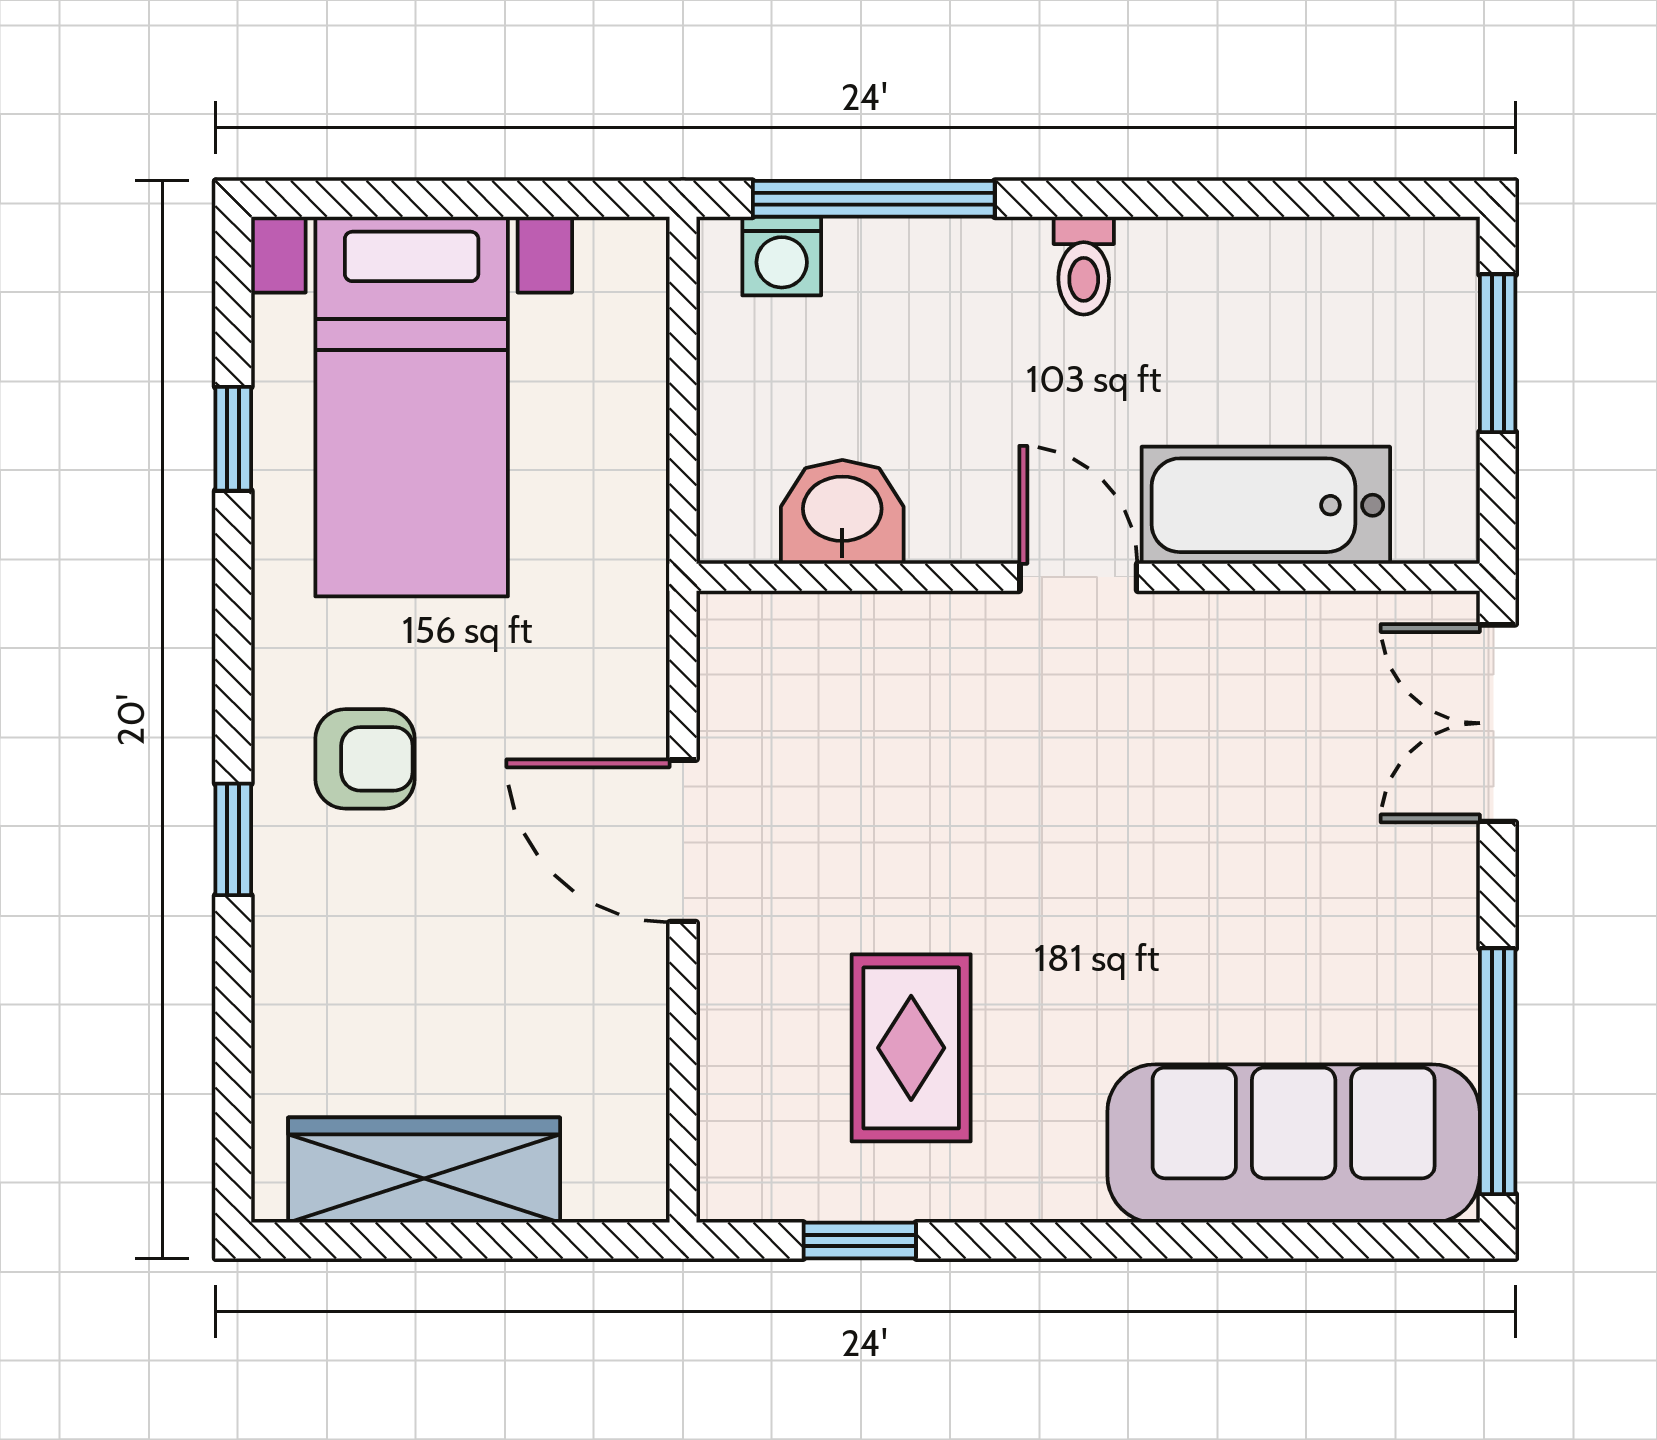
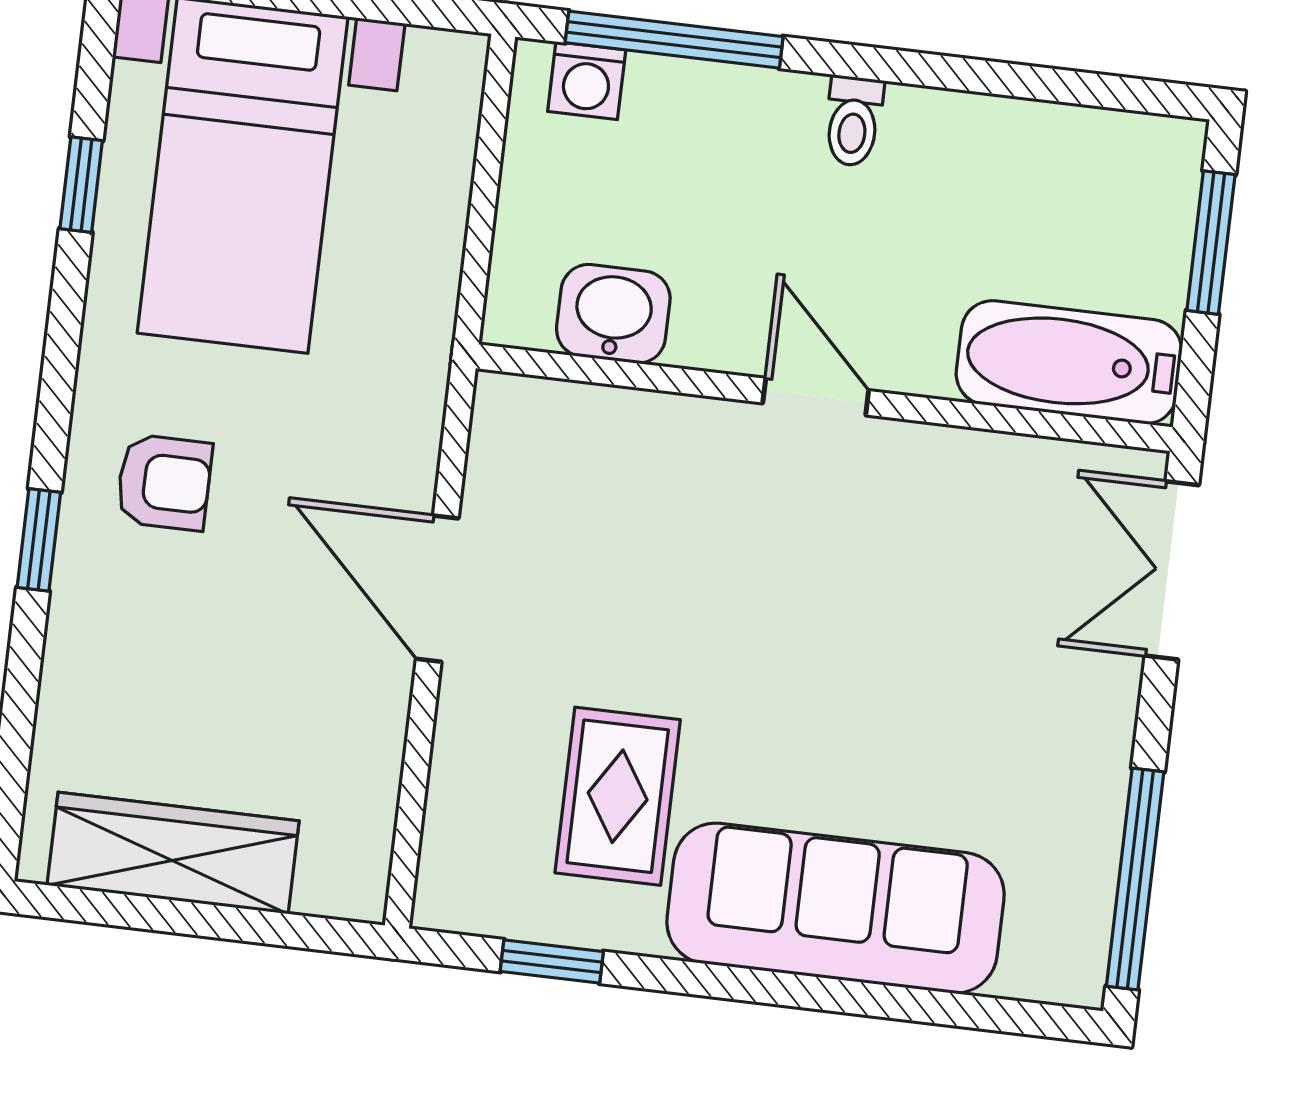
bathtub: (1266, 505) -> (1069, 362), moved
sofa: (1294, 1144) -> (835, 908), moved

